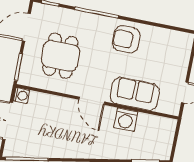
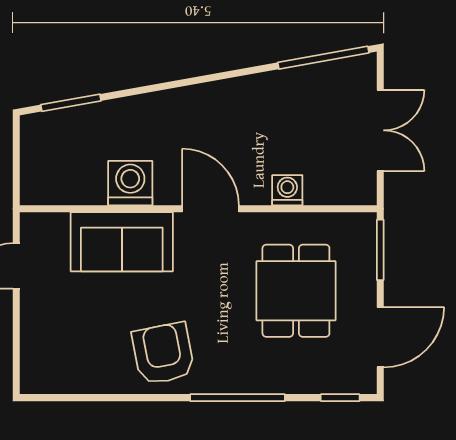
armchair: (126, 39) -> (163, 354), turned -101
washing machine: (21, 95) -> (287, 190), moved, turned 90

